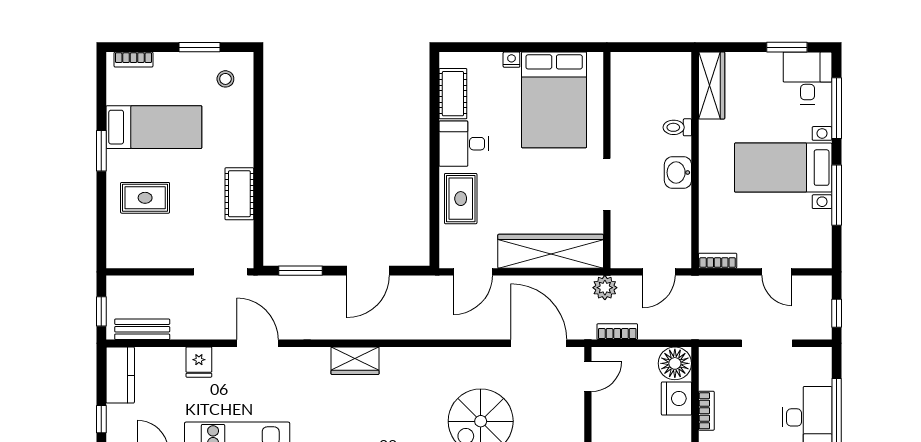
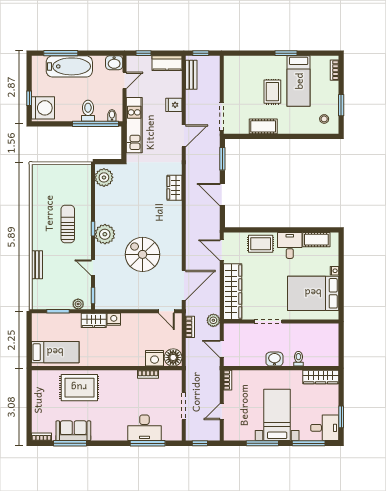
rug: (145, 198) -> (272, 92), moved

